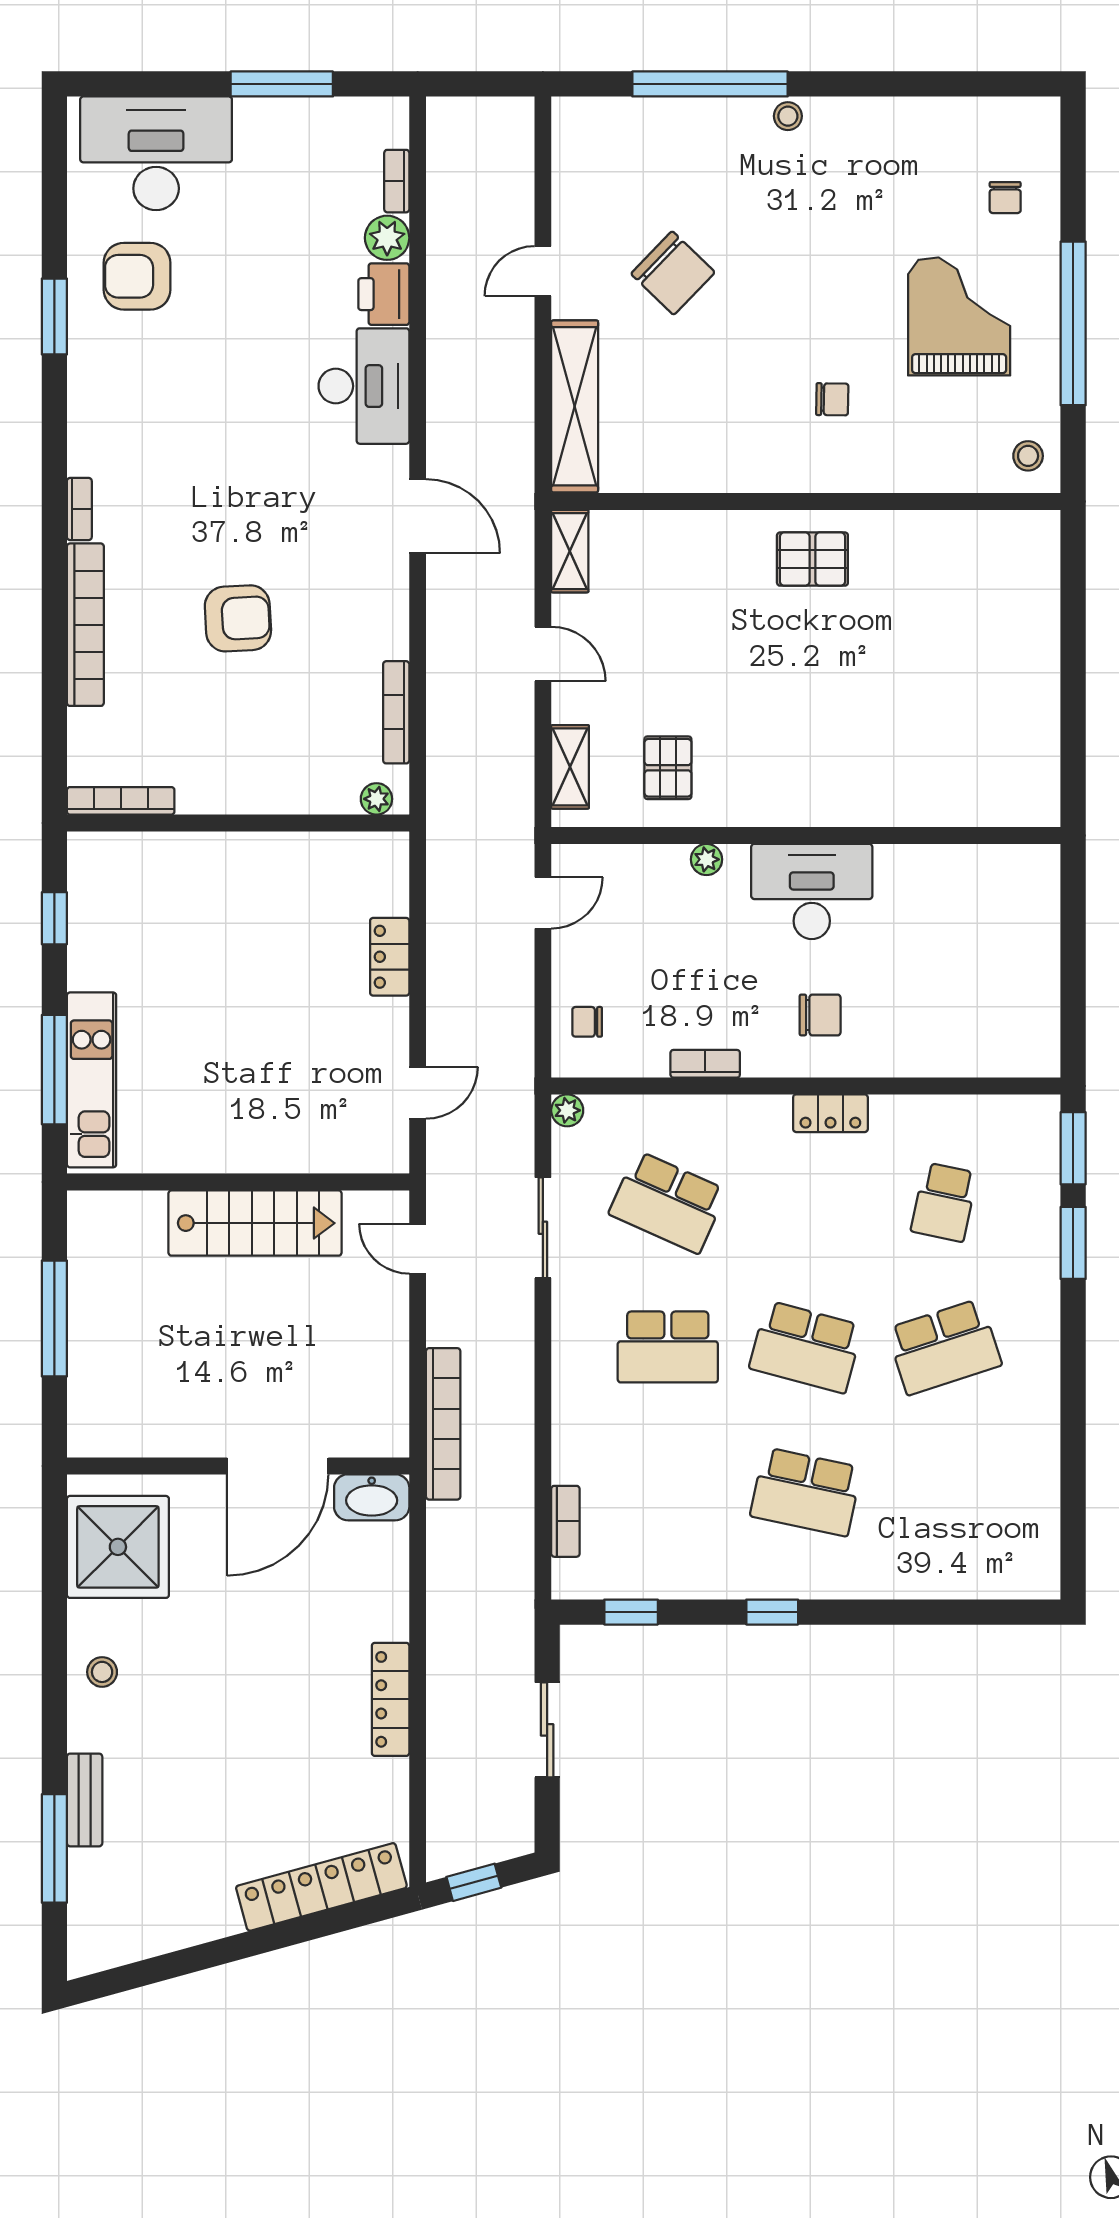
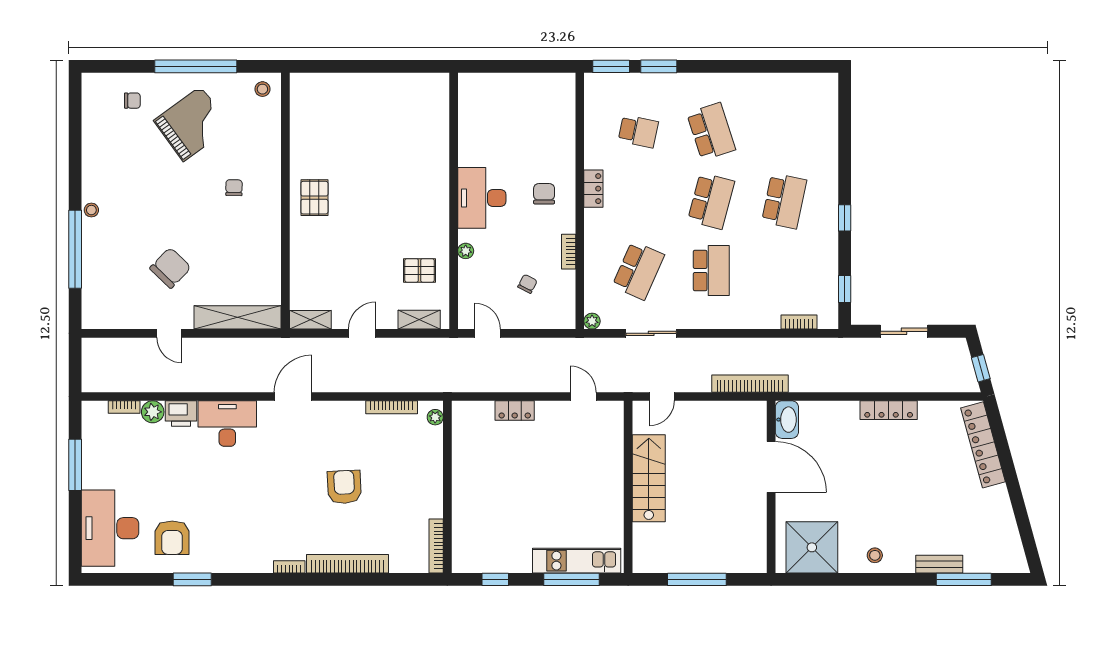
grand piano: (959, 316) -> (192, 124), turned 144
chair: (587, 1022) -> (527, 284), moved, turned -153

